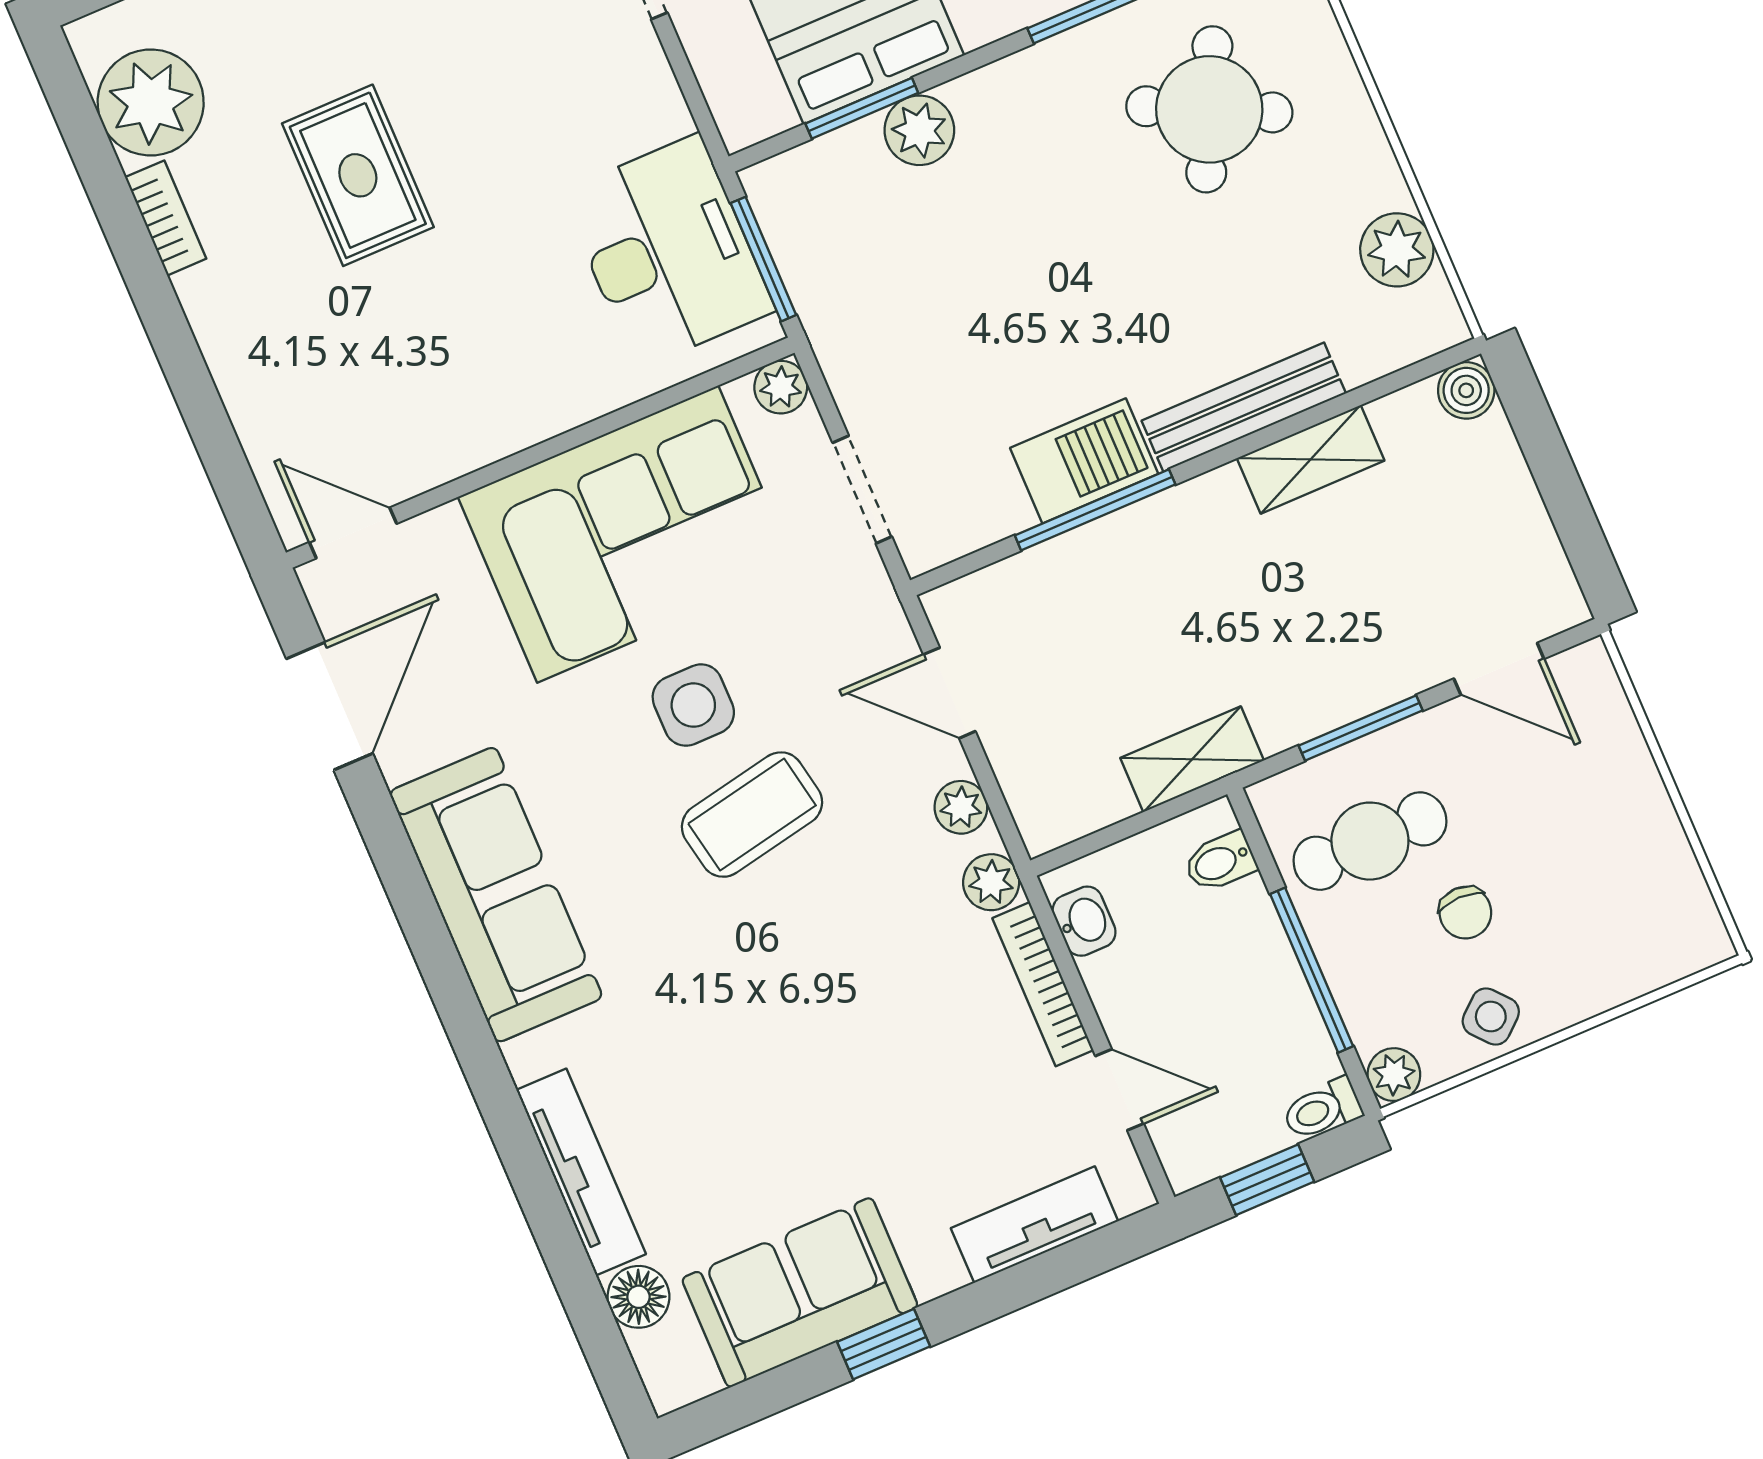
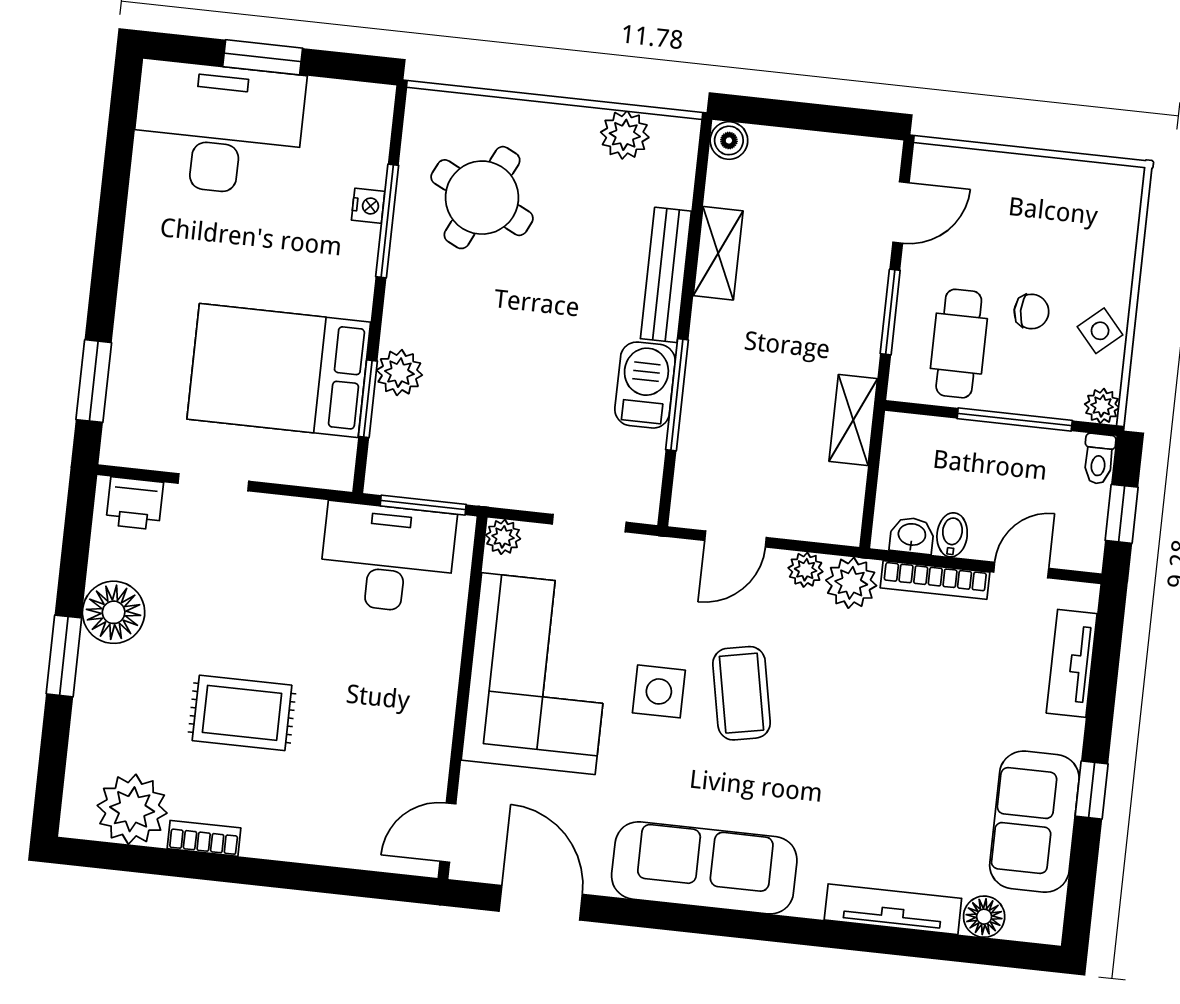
bidet: (1220, 862) -> (952, 535), moved, turned 180
plant: (991, 882) -> (851, 583), width x1.38, depth x1.38

